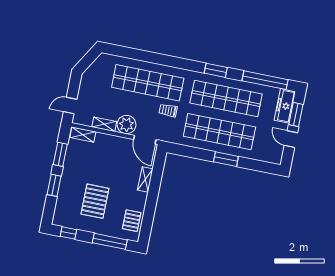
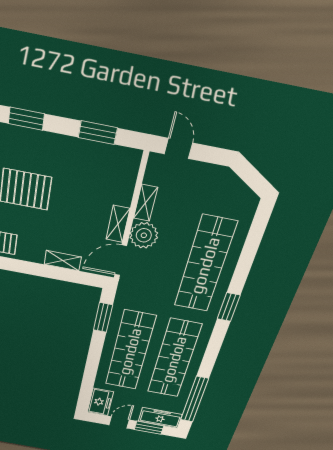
window: (216, 70) -> (229, 307), moved
trolley: (168, 110) -> (162, 291), removed
shelving: (83, 135) -> (118, 224), moved
freezer: (270, 154) -> (100, 402), added
window: (226, 159) -> (103, 317), moved
window: (54, 185) -> (26, 119), moved

